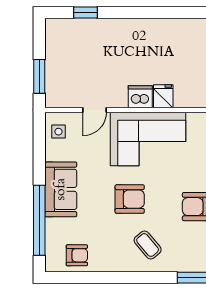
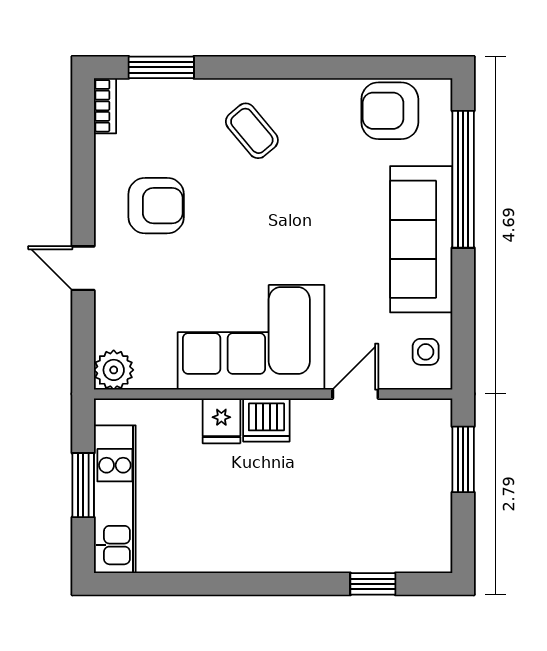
sofa: (61, 189) -> (421, 239), width x1.36
armchair: (130, 199) -> (287, 220), removed
armchair: (77, 255) -> (390, 111), width x1.38, depth x1.38

